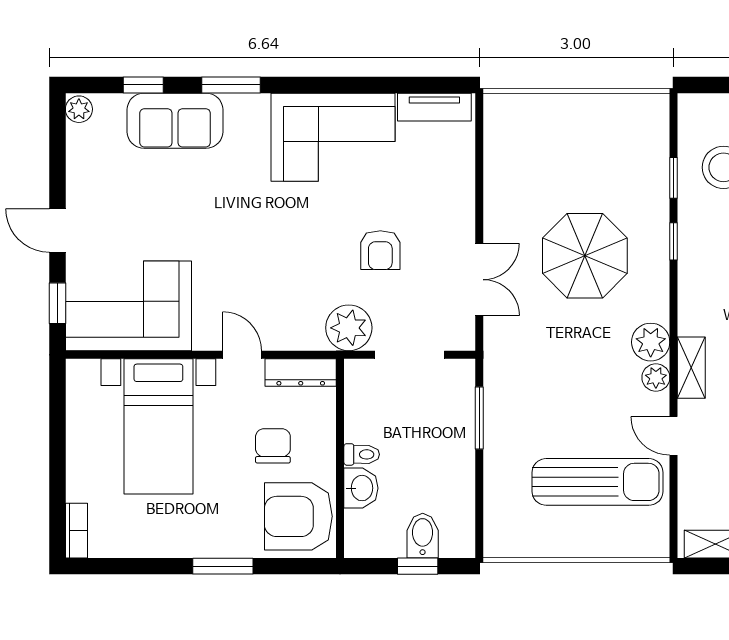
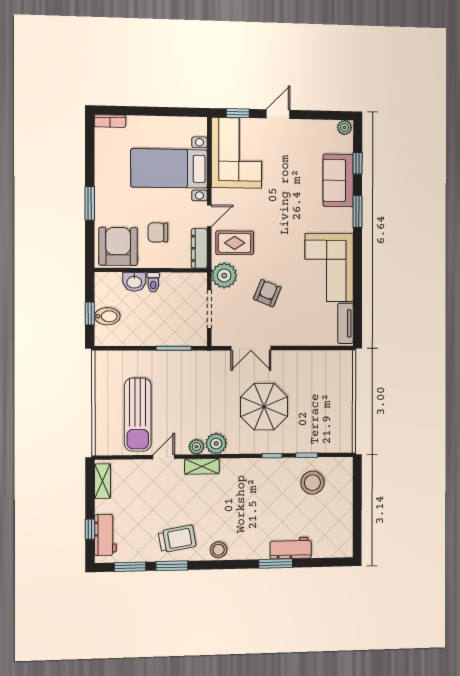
armchair: (380, 250) -> (267, 293), turned 112
rug: (290, 309) -> (235, 243), added
chair: (273, 446) -> (158, 232), turned 180

